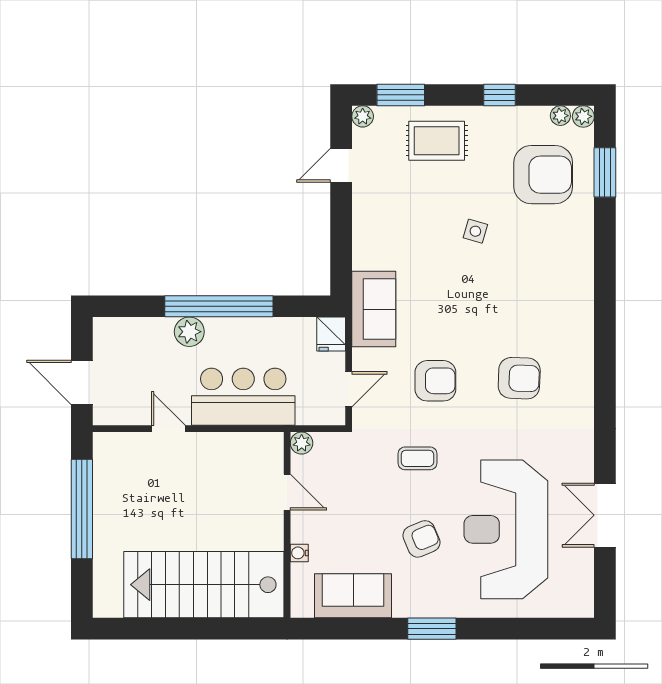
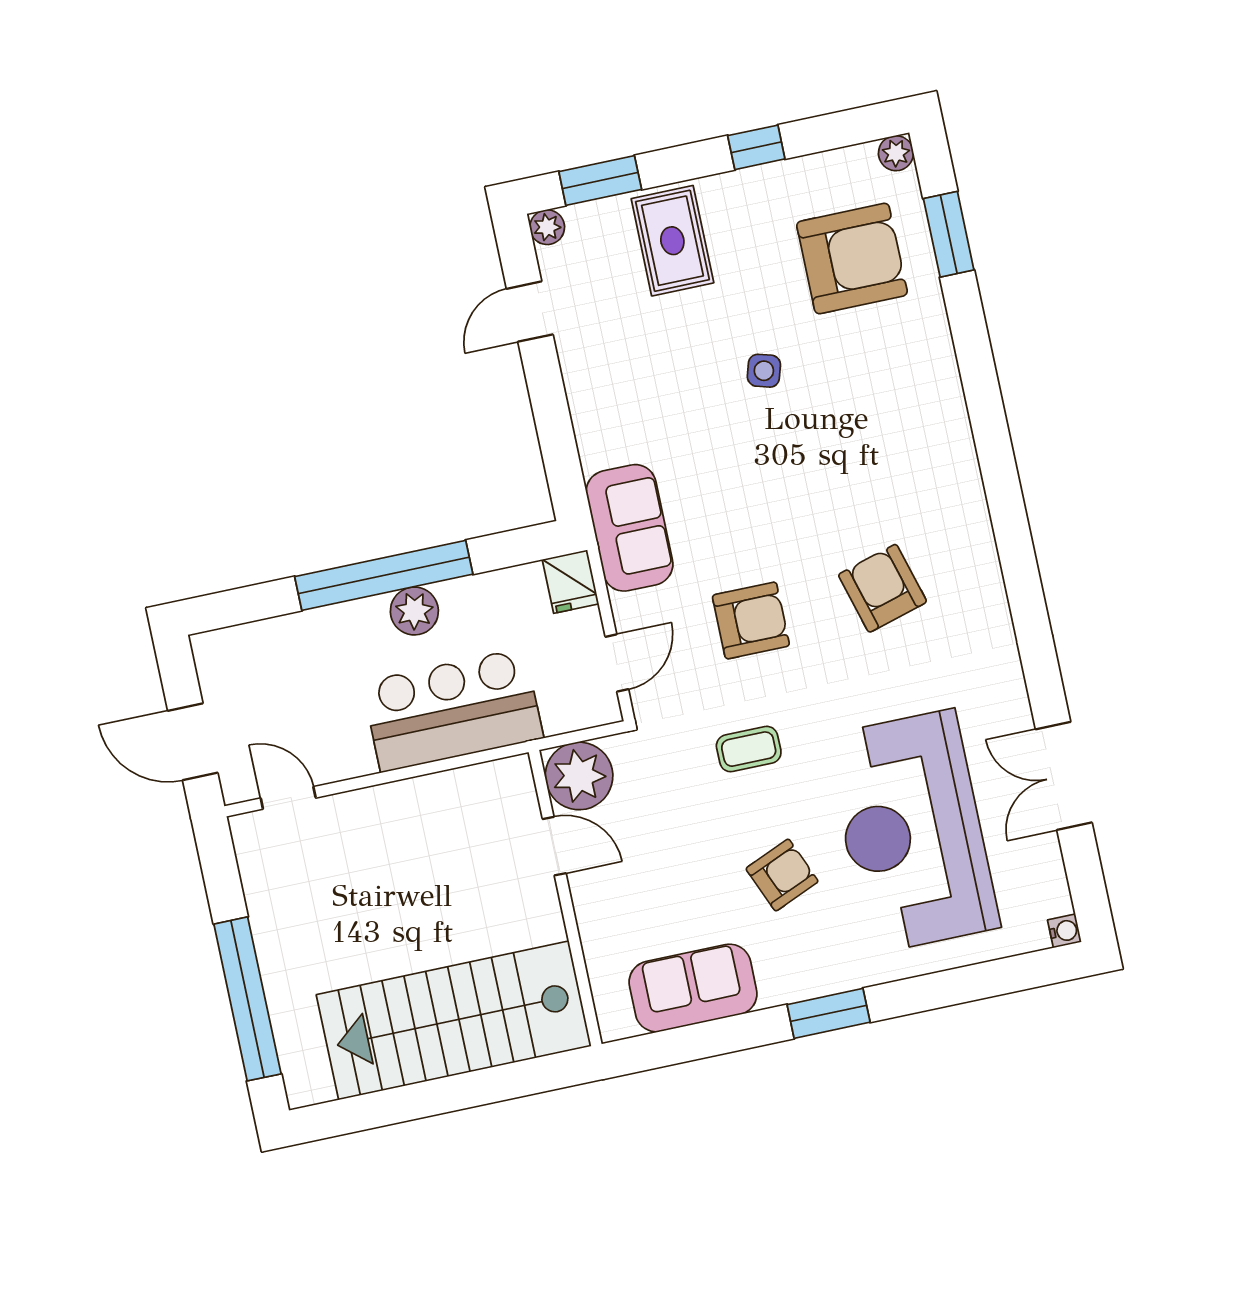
plant: (560, 116) -> (859, 160), removed
rug: (437, 141) -> (672, 241), turned 90
plant: (189, 332) -> (414, 611), moved
armchair: (519, 378) -> (883, 588), turned -108
door: (168, 429) -> (288, 798), moved
plant: (302, 443) -> (579, 776), width x1.87, depth x1.87
window: (82, 509) -> (247, 999), moved
water cooler: (299, 553) -> (1064, 931), moved, turned 180

